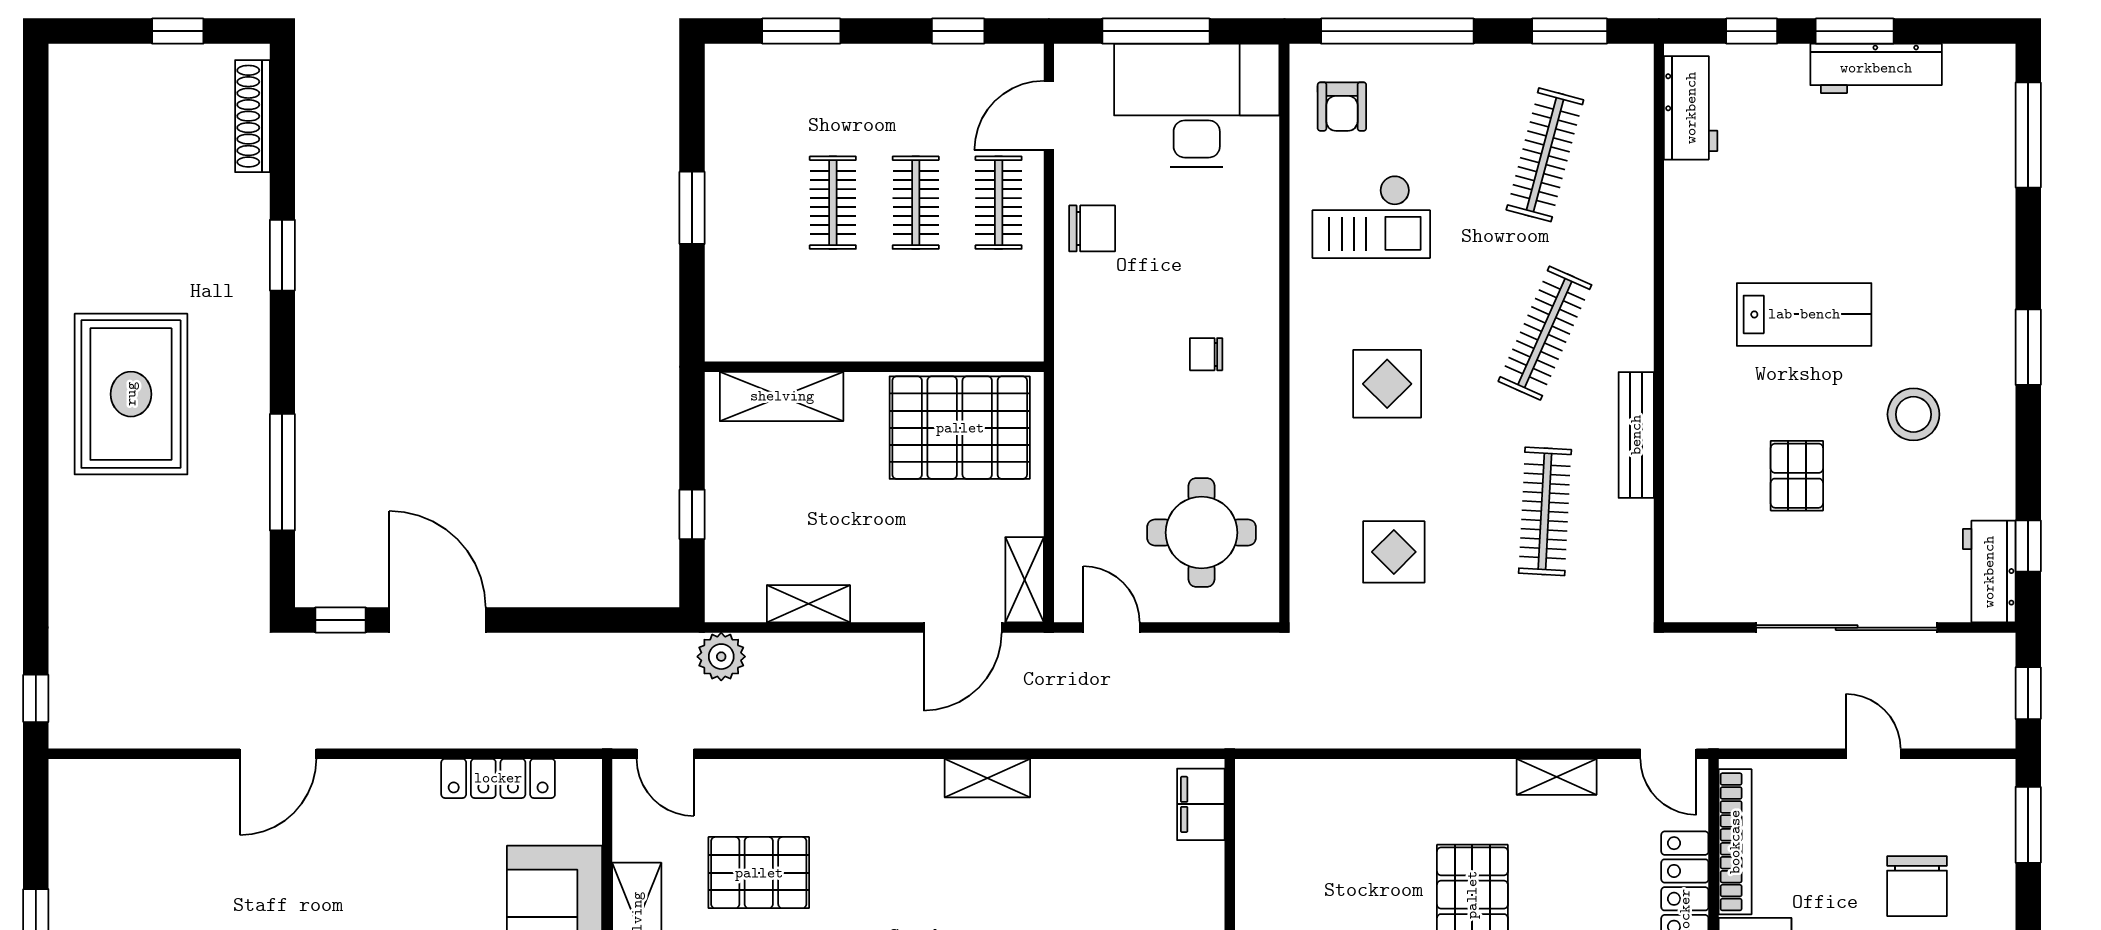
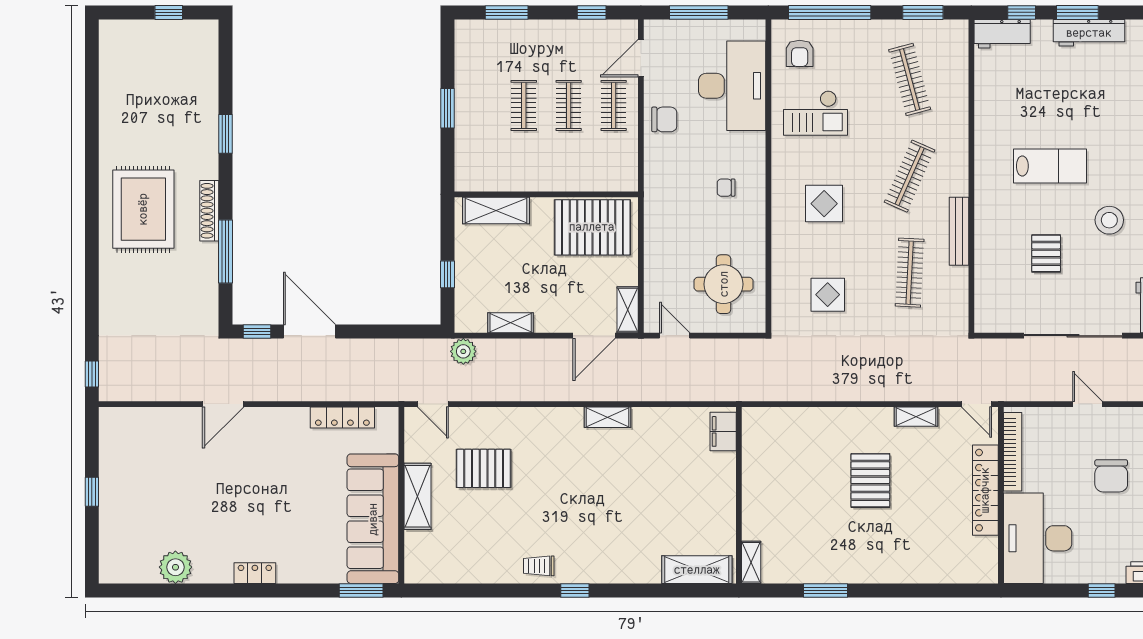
desk: (1197, 106) -> (732, 86), moved, turned 90
workbench: (1691, 108) -> (1002, 34), moved, turned 90
shoe rack: (252, 116) -> (209, 211), moved
clothes rail: (1545, 155) -> (910, 79), turned -30

